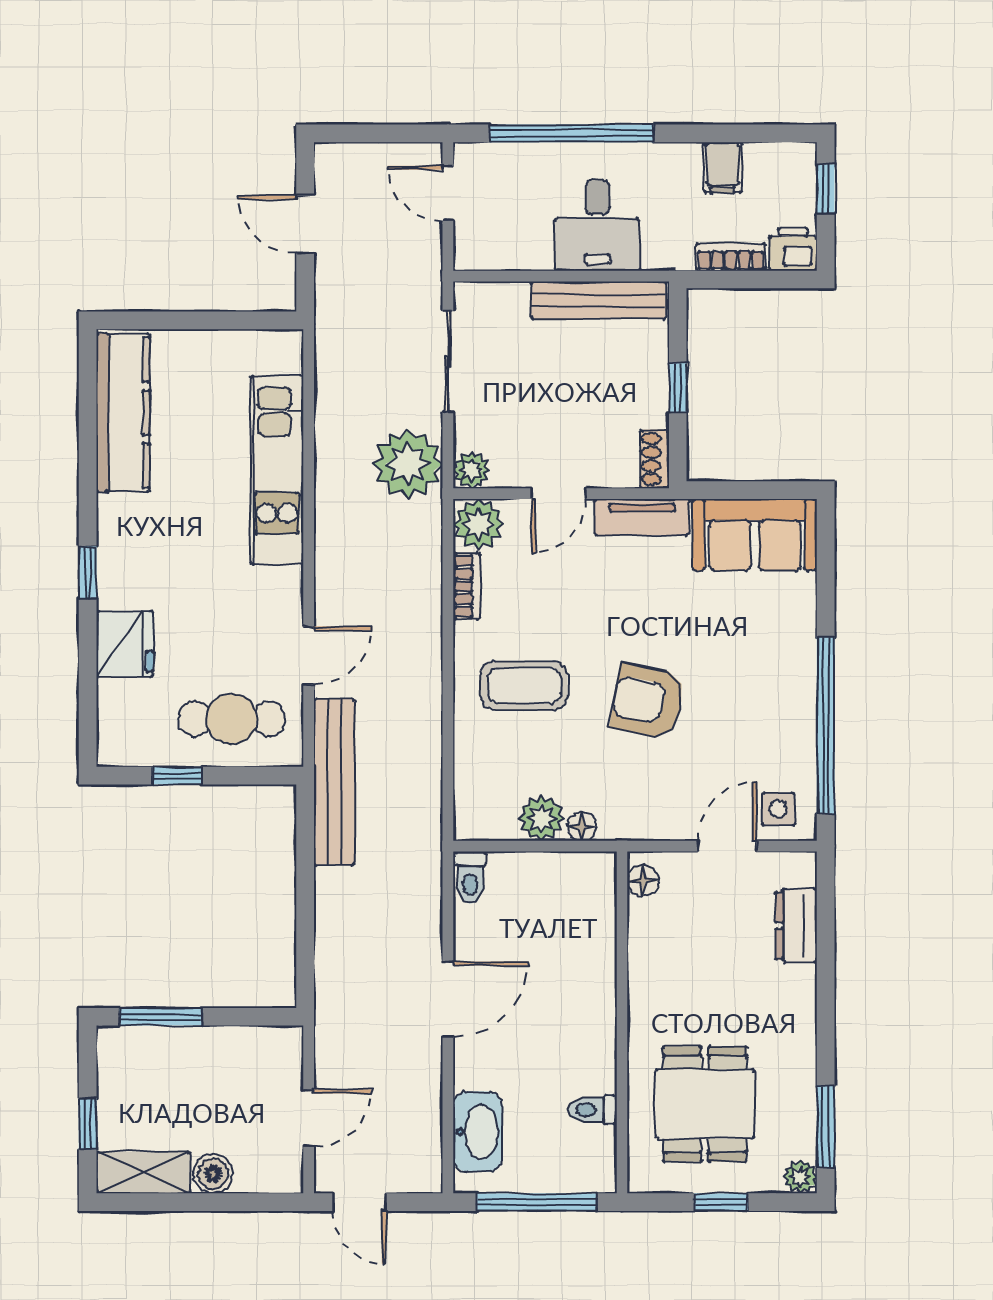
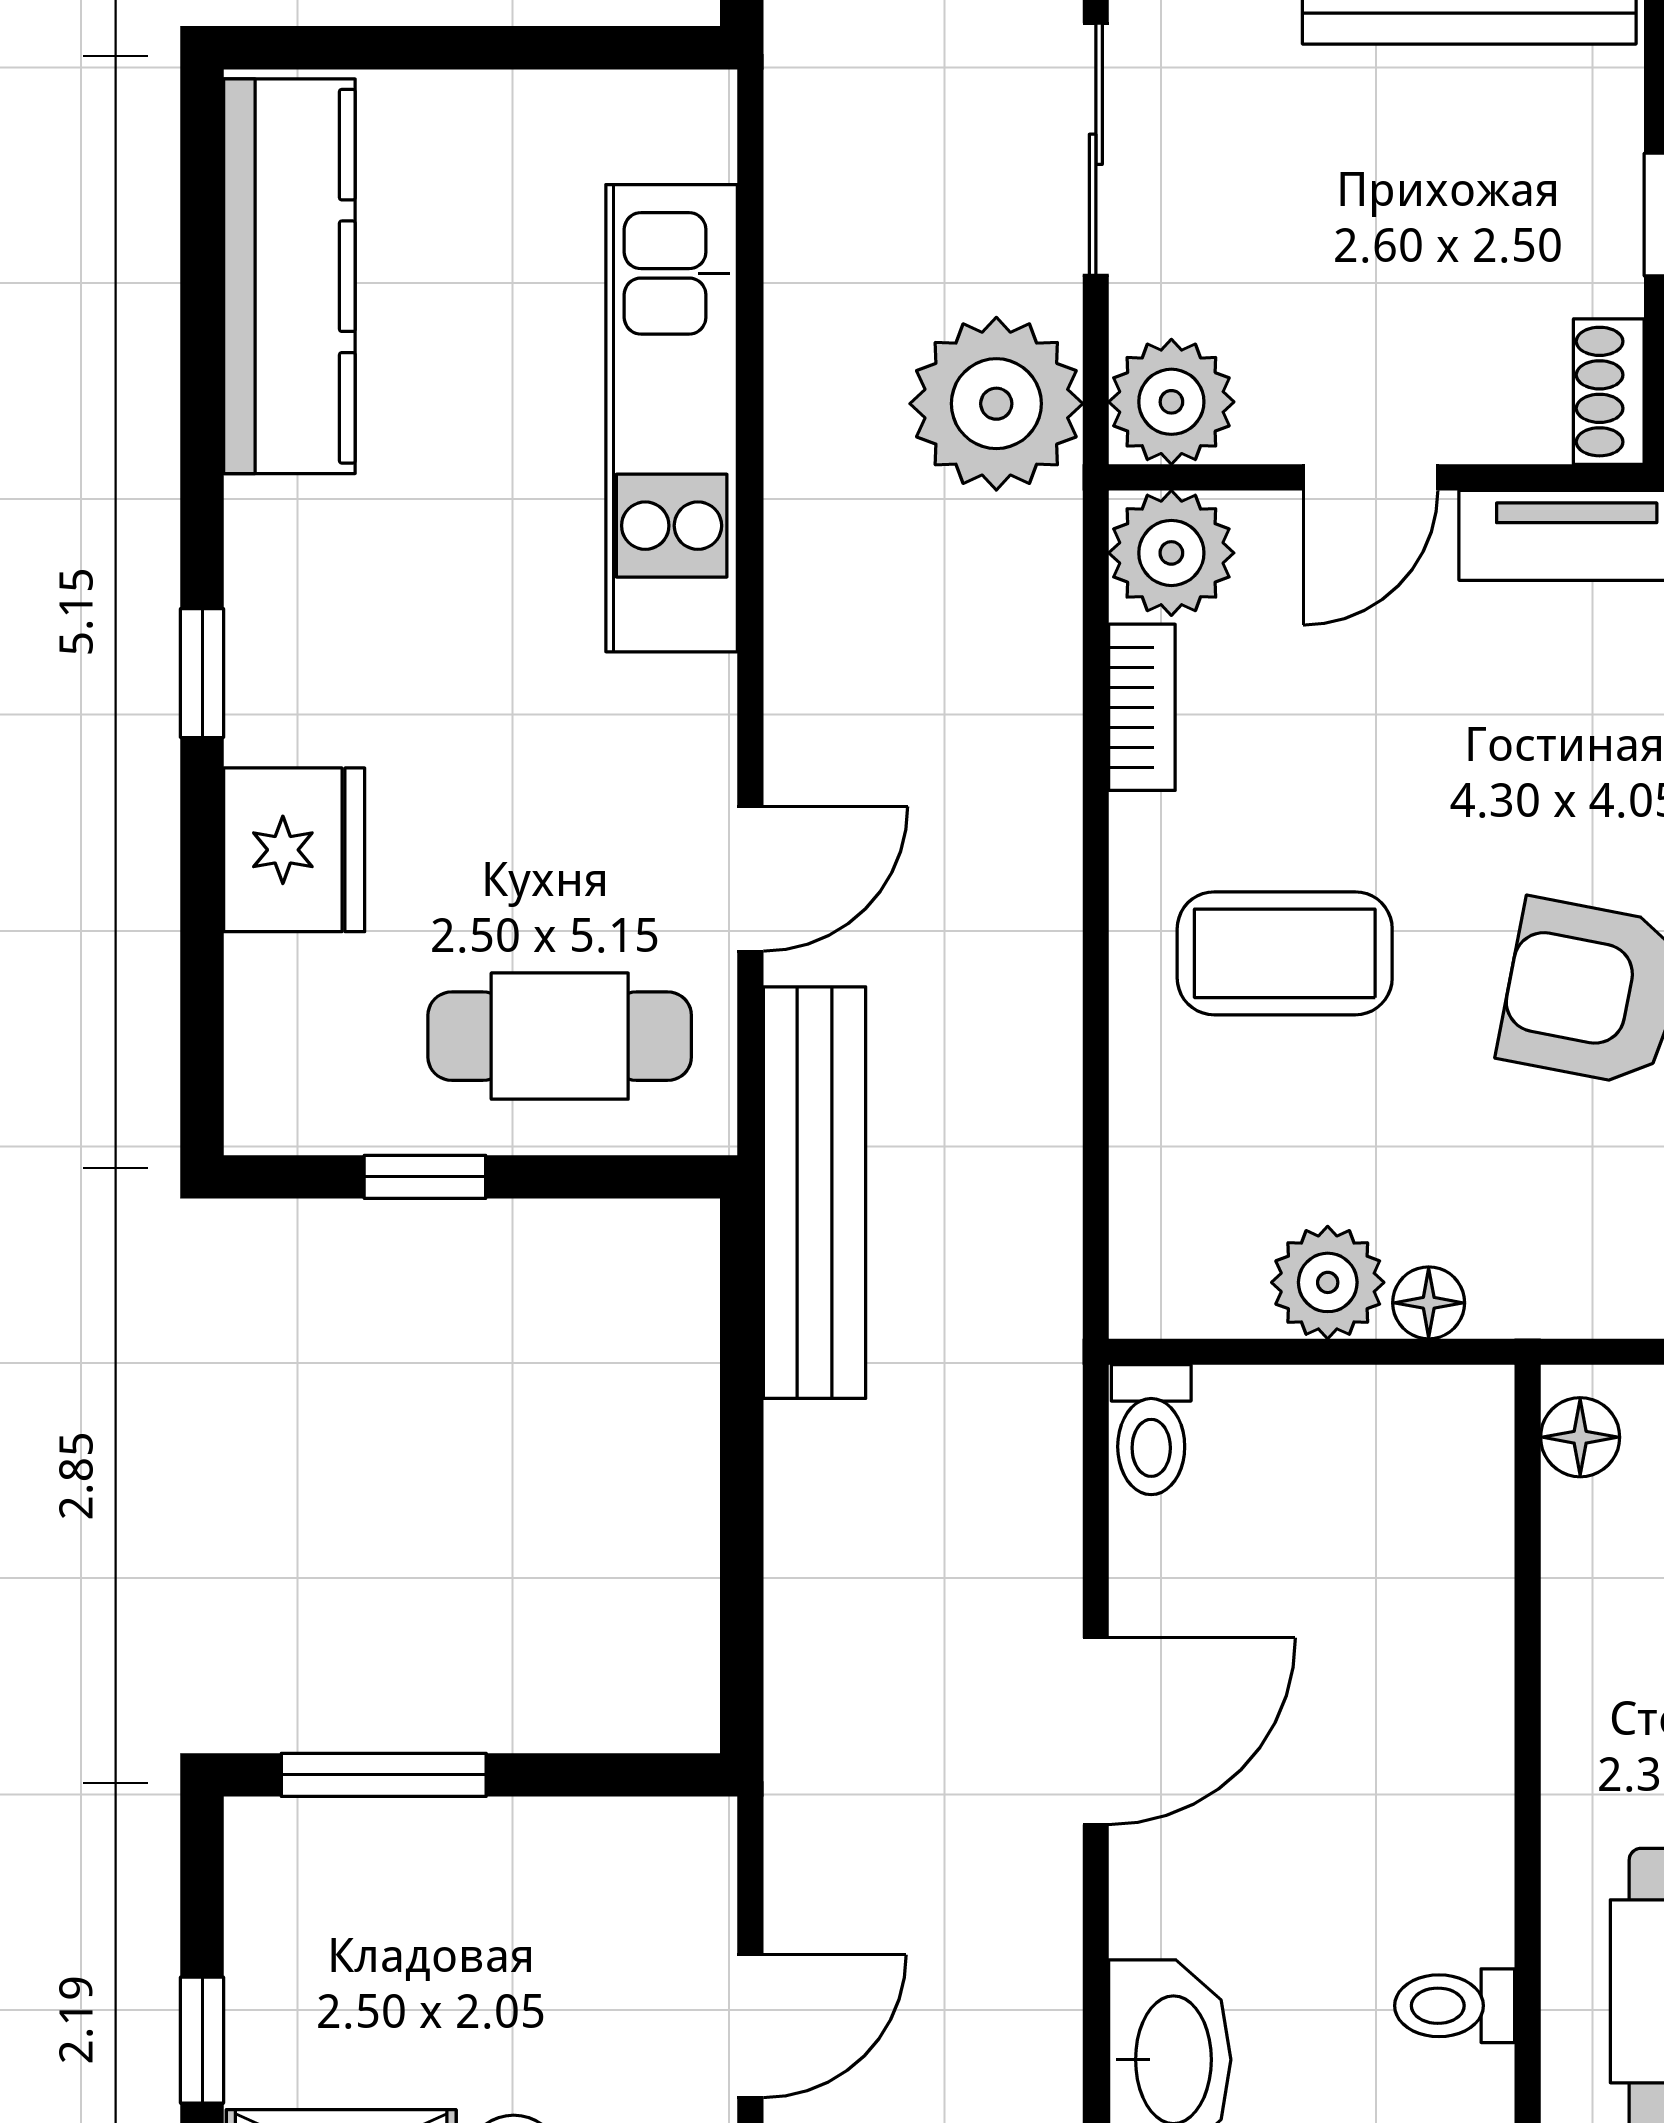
plant: (472, 470) -> (1171, 402), width x1.38, depth x1.38

